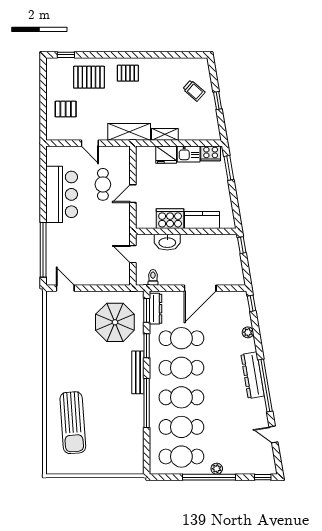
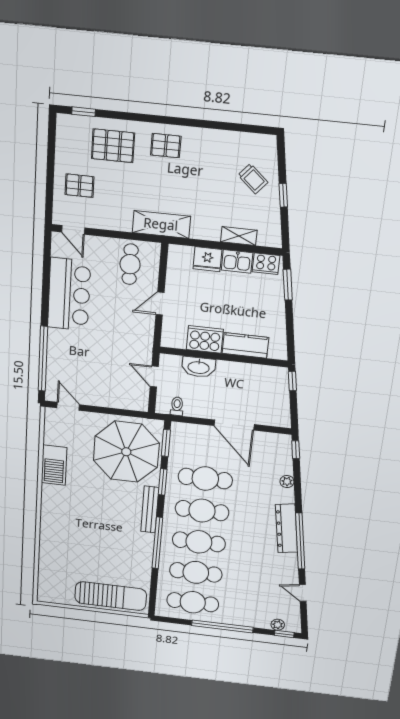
shelving: (165, 134) -> (239, 236), moved
door: (90, 143) -> (73, 230), moved
cafe table: (103, 184) -> (130, 264), moved
door: (200, 288) -> (234, 425), hinge flipped
dresser: (156, 309) -> (177, 442), removed
parasol: (115, 322) -> (126, 452), width x1.36, depth x1.36
barbecue: (56, 342) -> (54, 465), added
sun lounger: (73, 423) -> (111, 596), moved, turned -86
plant: (217, 469) -> (278, 625), moved

